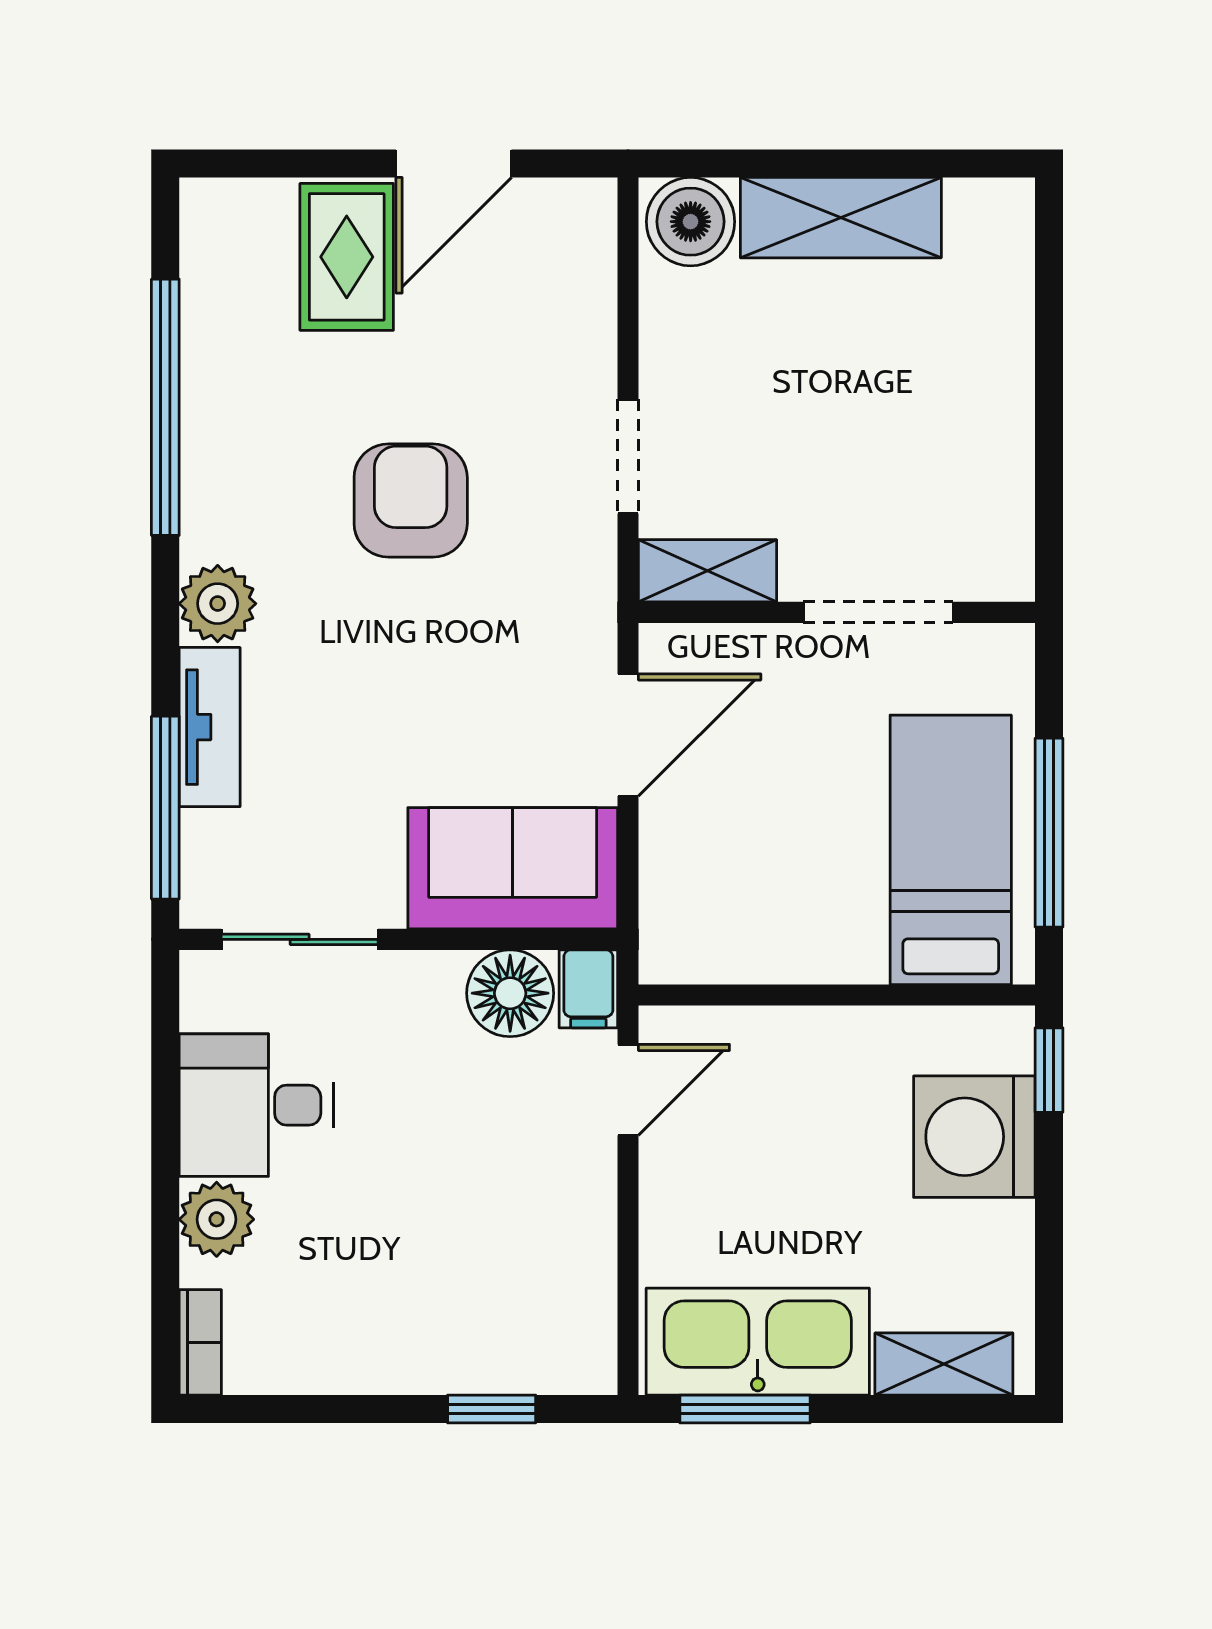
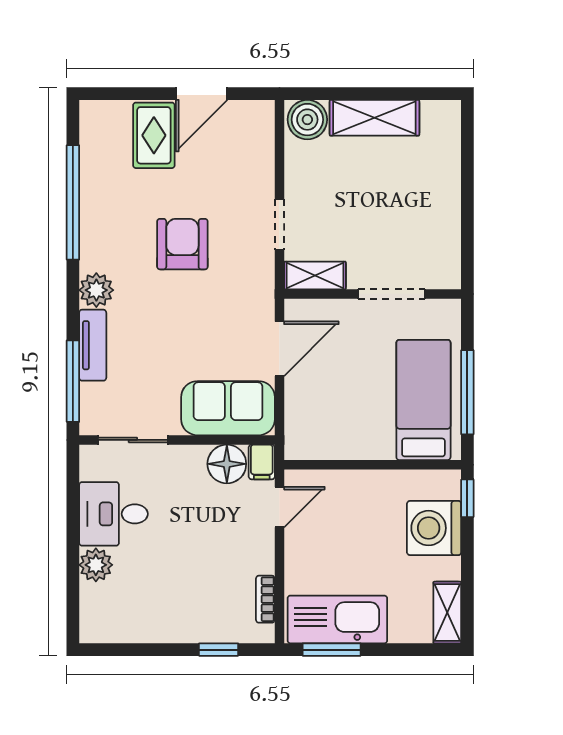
bookcase: (200, 1342) -> (265, 599), moved, turned 180
shelving: (944, 1364) -> (447, 613), moved, turned 90

